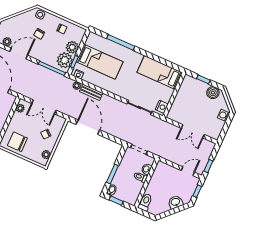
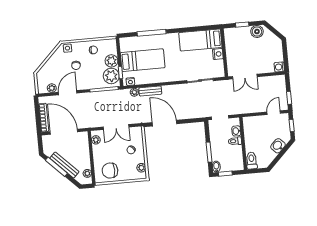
nightstand: (162, 107) -> (218, 54), moved
washing machine: (224, 115) -> (279, 67), moved
double door: (193, 131) -> (245, 77), moved

